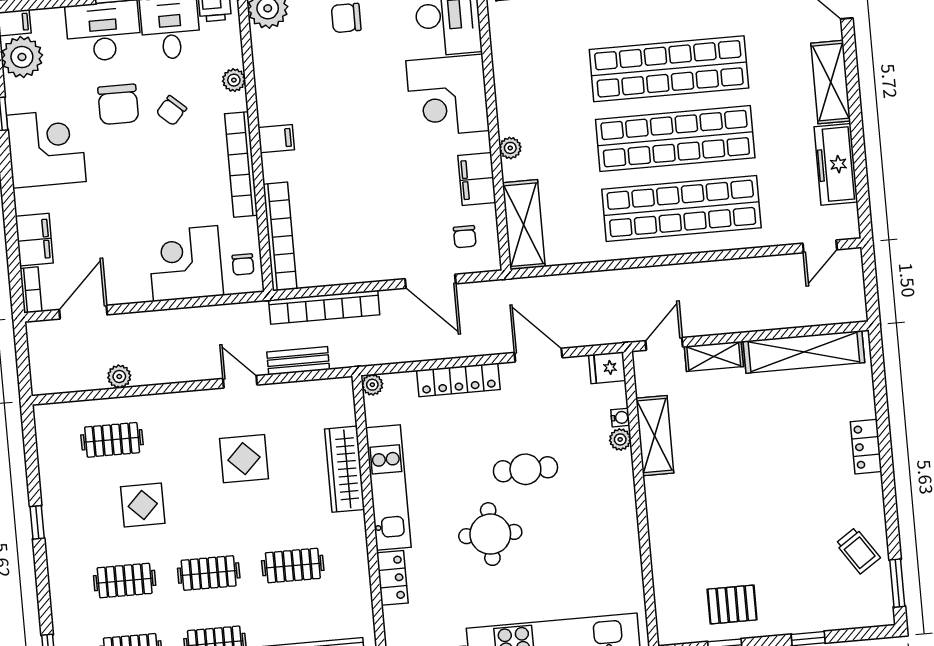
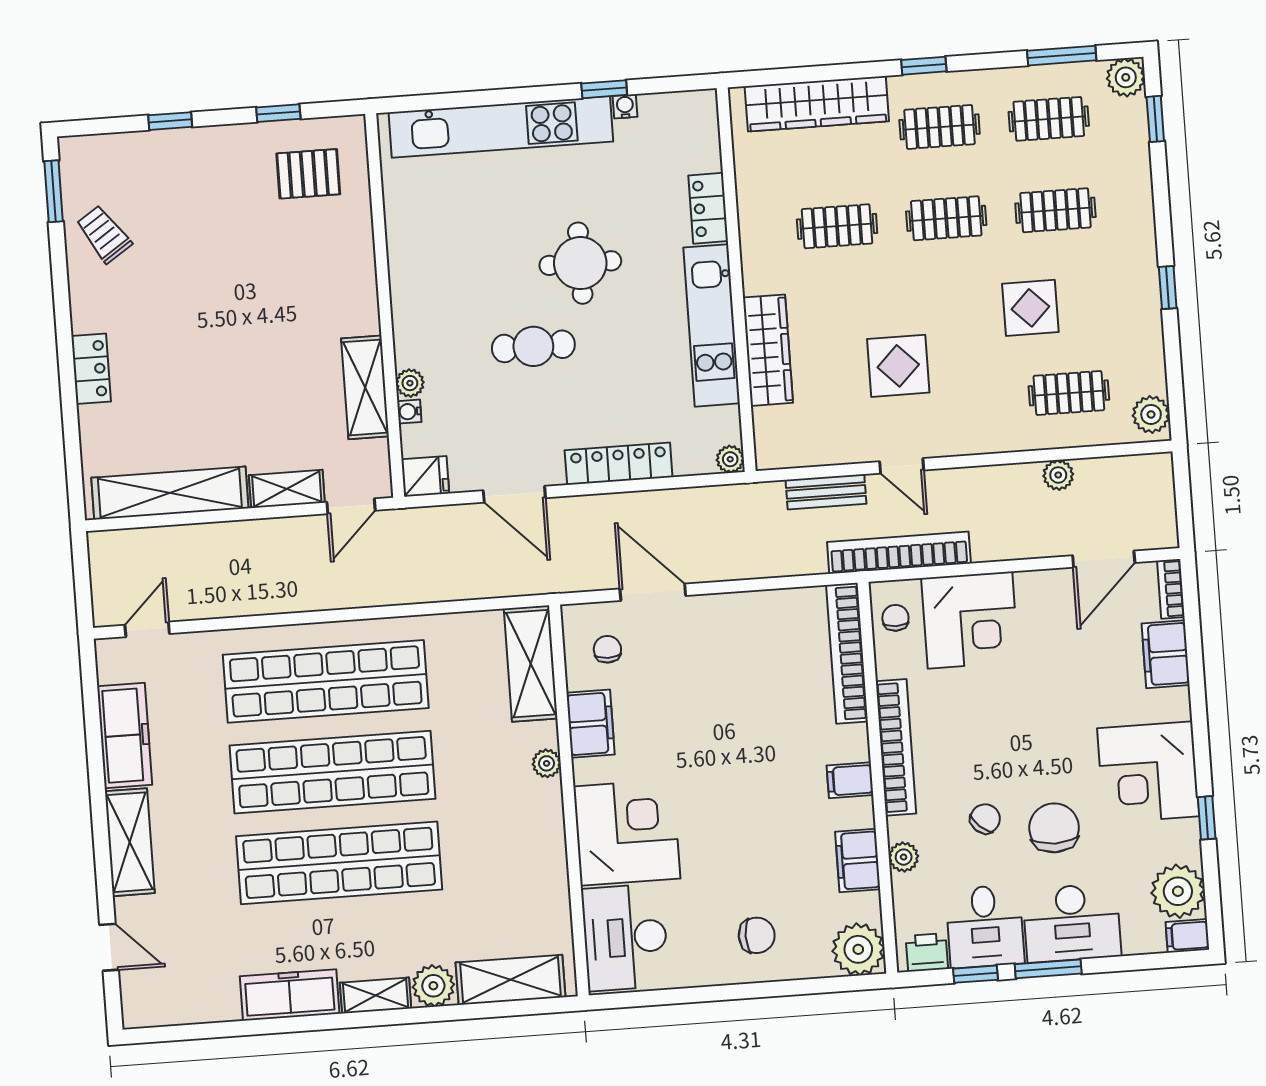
filing cabinet: (269, 77) -> (858, 861), added
bookcase: (324, 307) -> (899, 553), moved
plant: (48, 424) -> (1151, 414), added
pallet: (732, 604) -> (308, 174), moved

